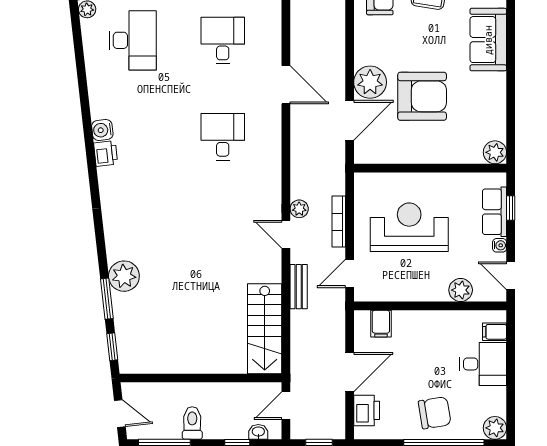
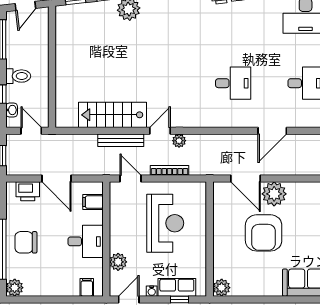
bench: (299, 287) -> (121, 140), width x1.36
stairs: (265, 329) -> (113, 115), moved
desk: (483, 364) -> (86, 241), moved, turned -90
chair: (435, 413) -> (26, 242), turned 99
toilet: (192, 423) -> (18, 76), moved

